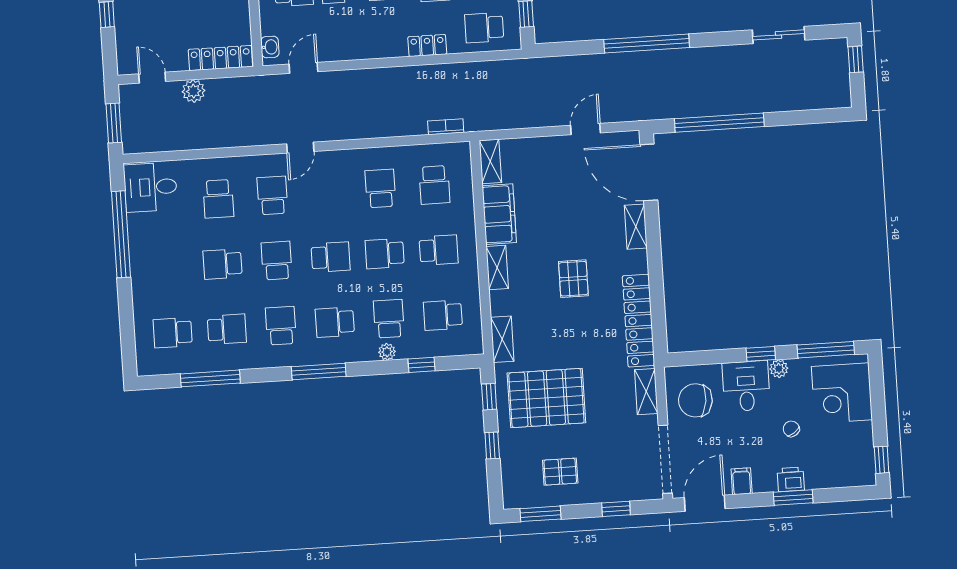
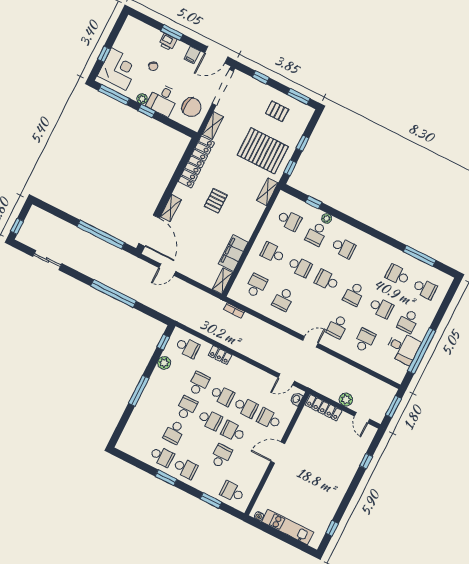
desk: (150, 187) -> (403, 348), moved
shelving: (497, 268) -> (249, 228), removed
school desk: (281, 326) -> (408, 321), moved
window: (319, 371) -> (365, 228), removed
window: (882, 460) -> (104, 54), moved

